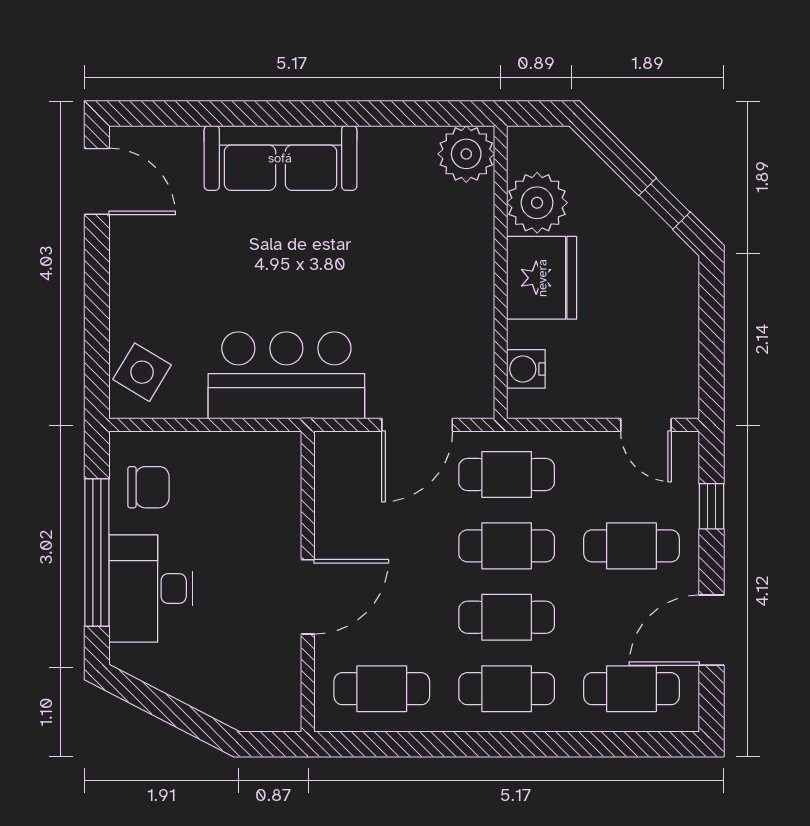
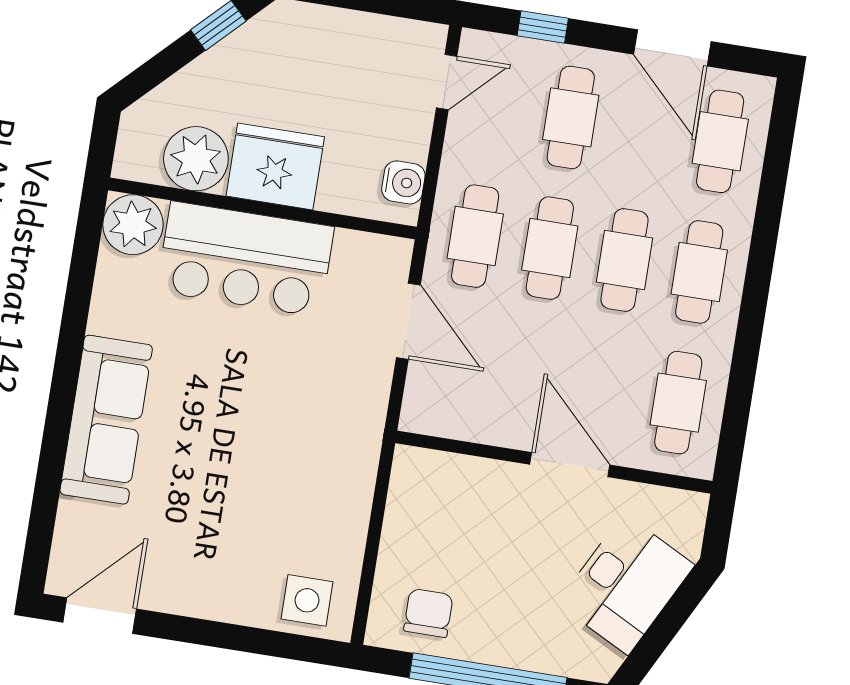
water cooler: (526, 369) -> (403, 182), moved, turned -90
side table: (142, 372) -> (307, 600), turned -31
bar counter: (286, 375) -> (245, 259), moved, turned -90
desk: (151, 589) -> (626, 584), moved, turned -63

